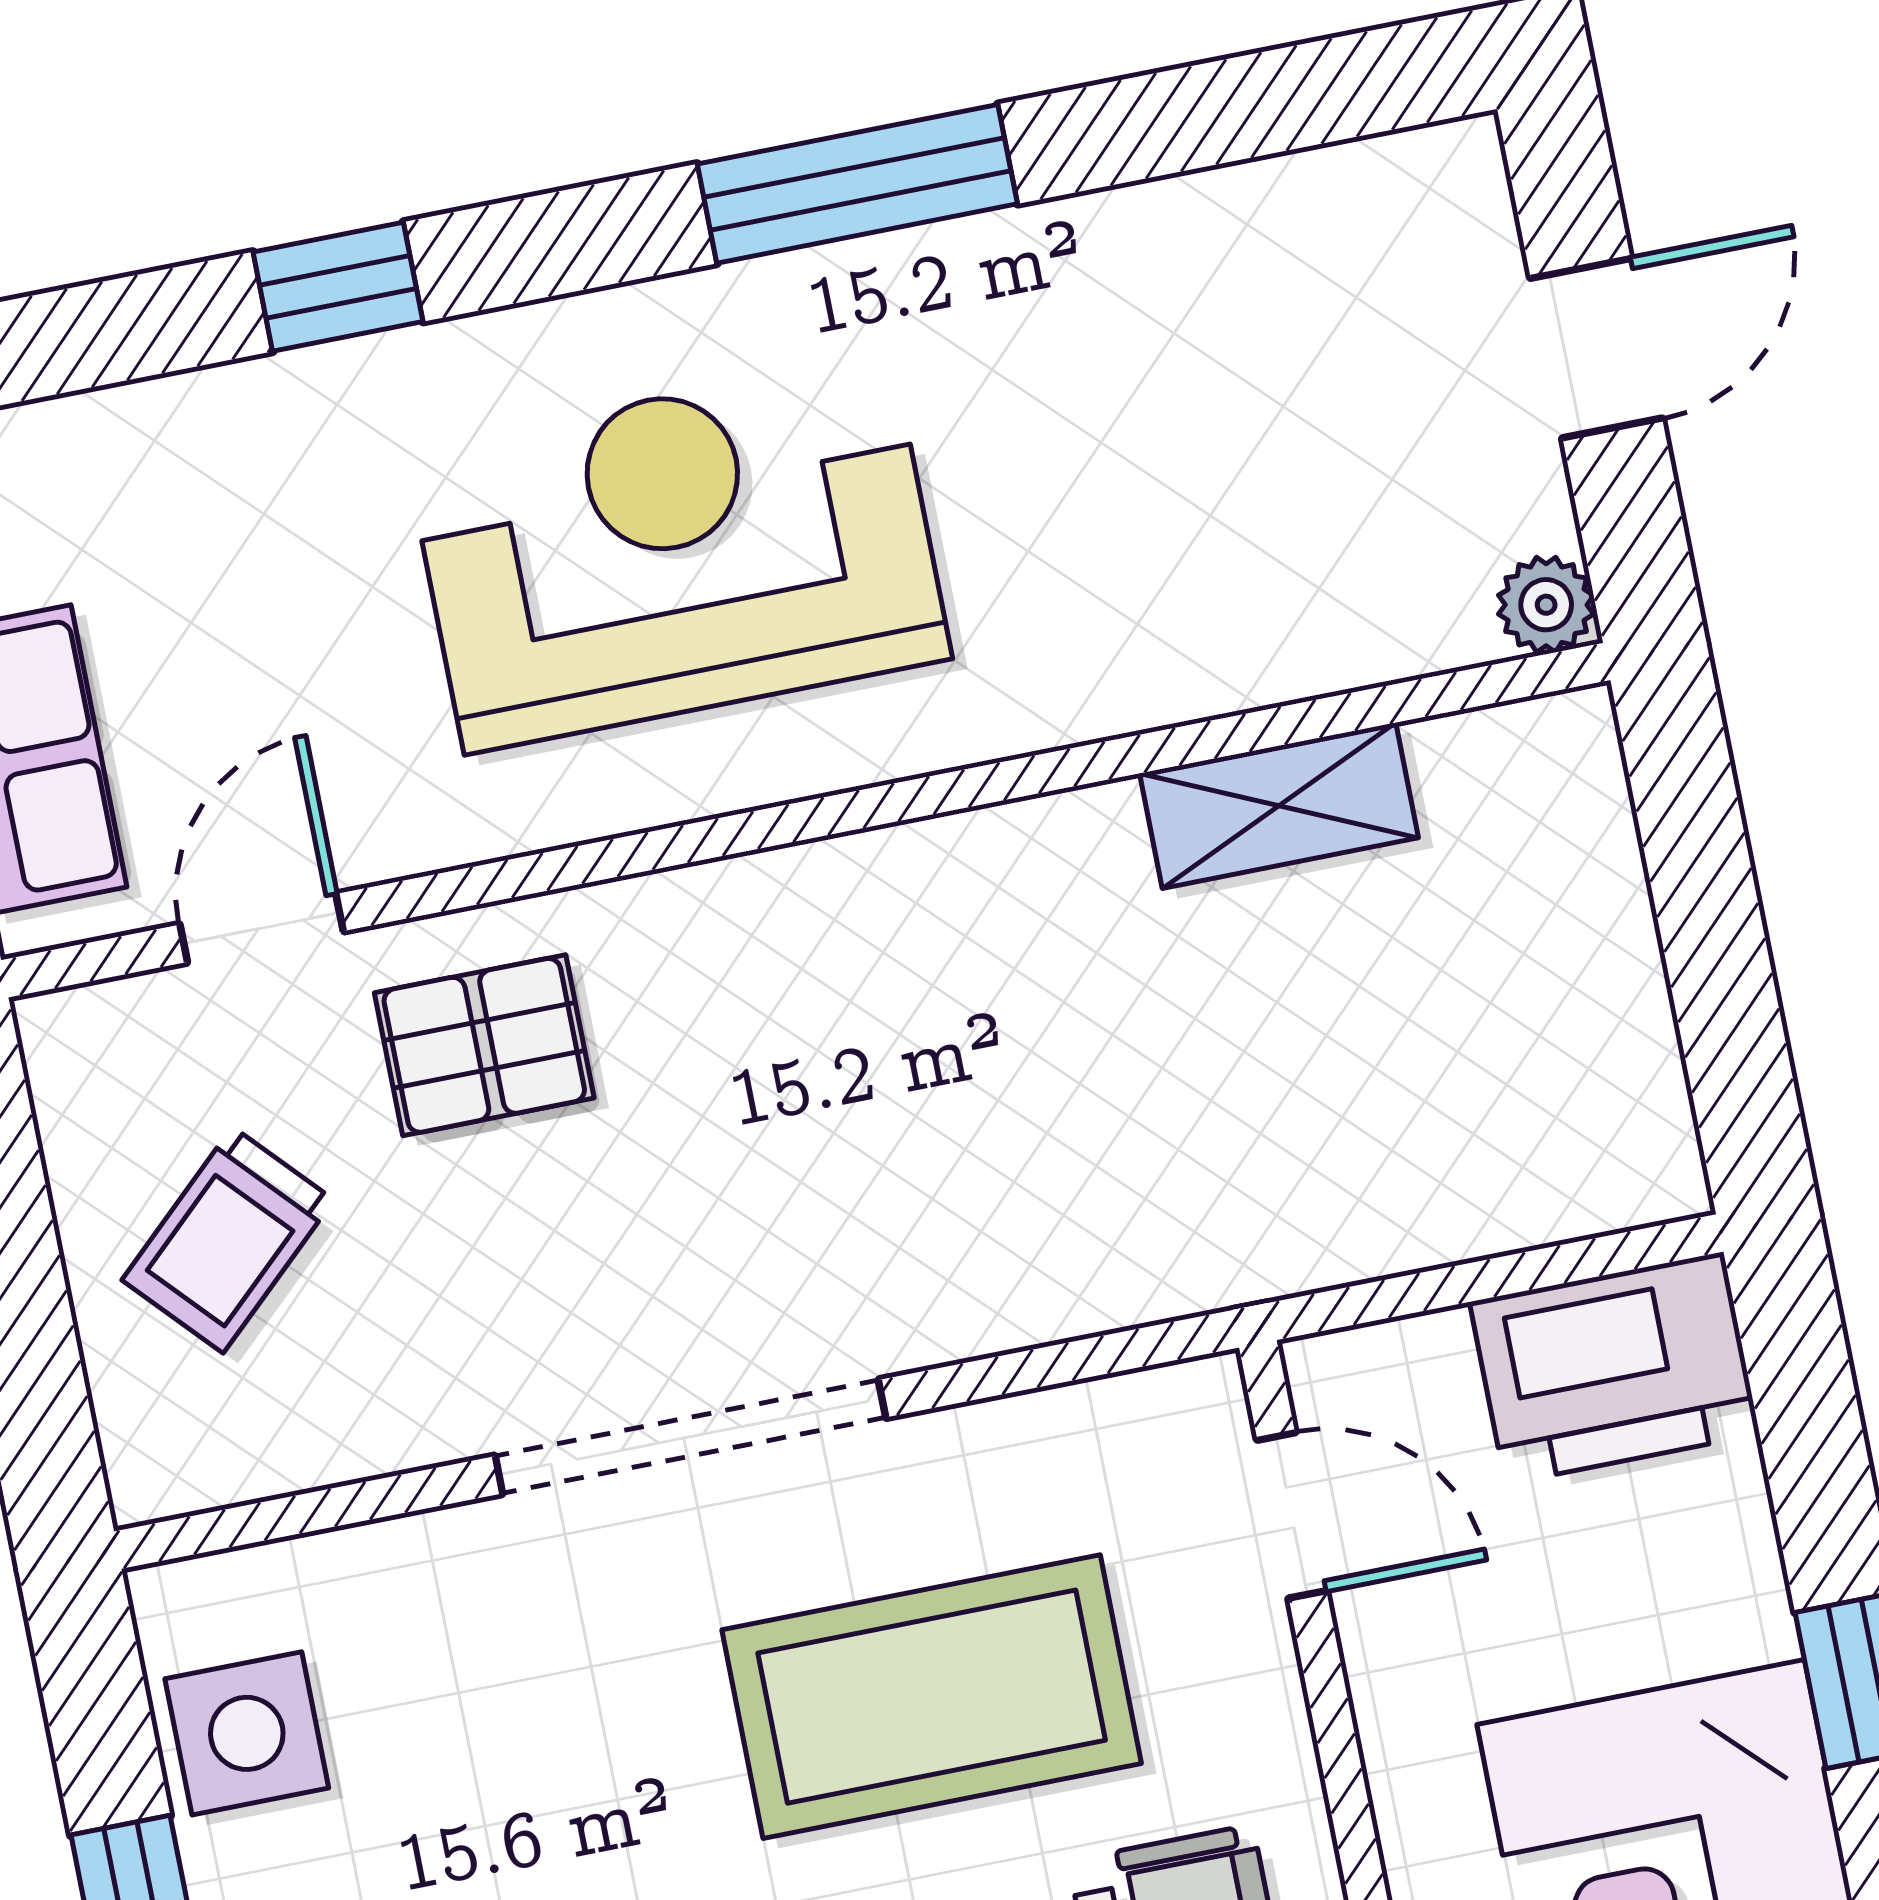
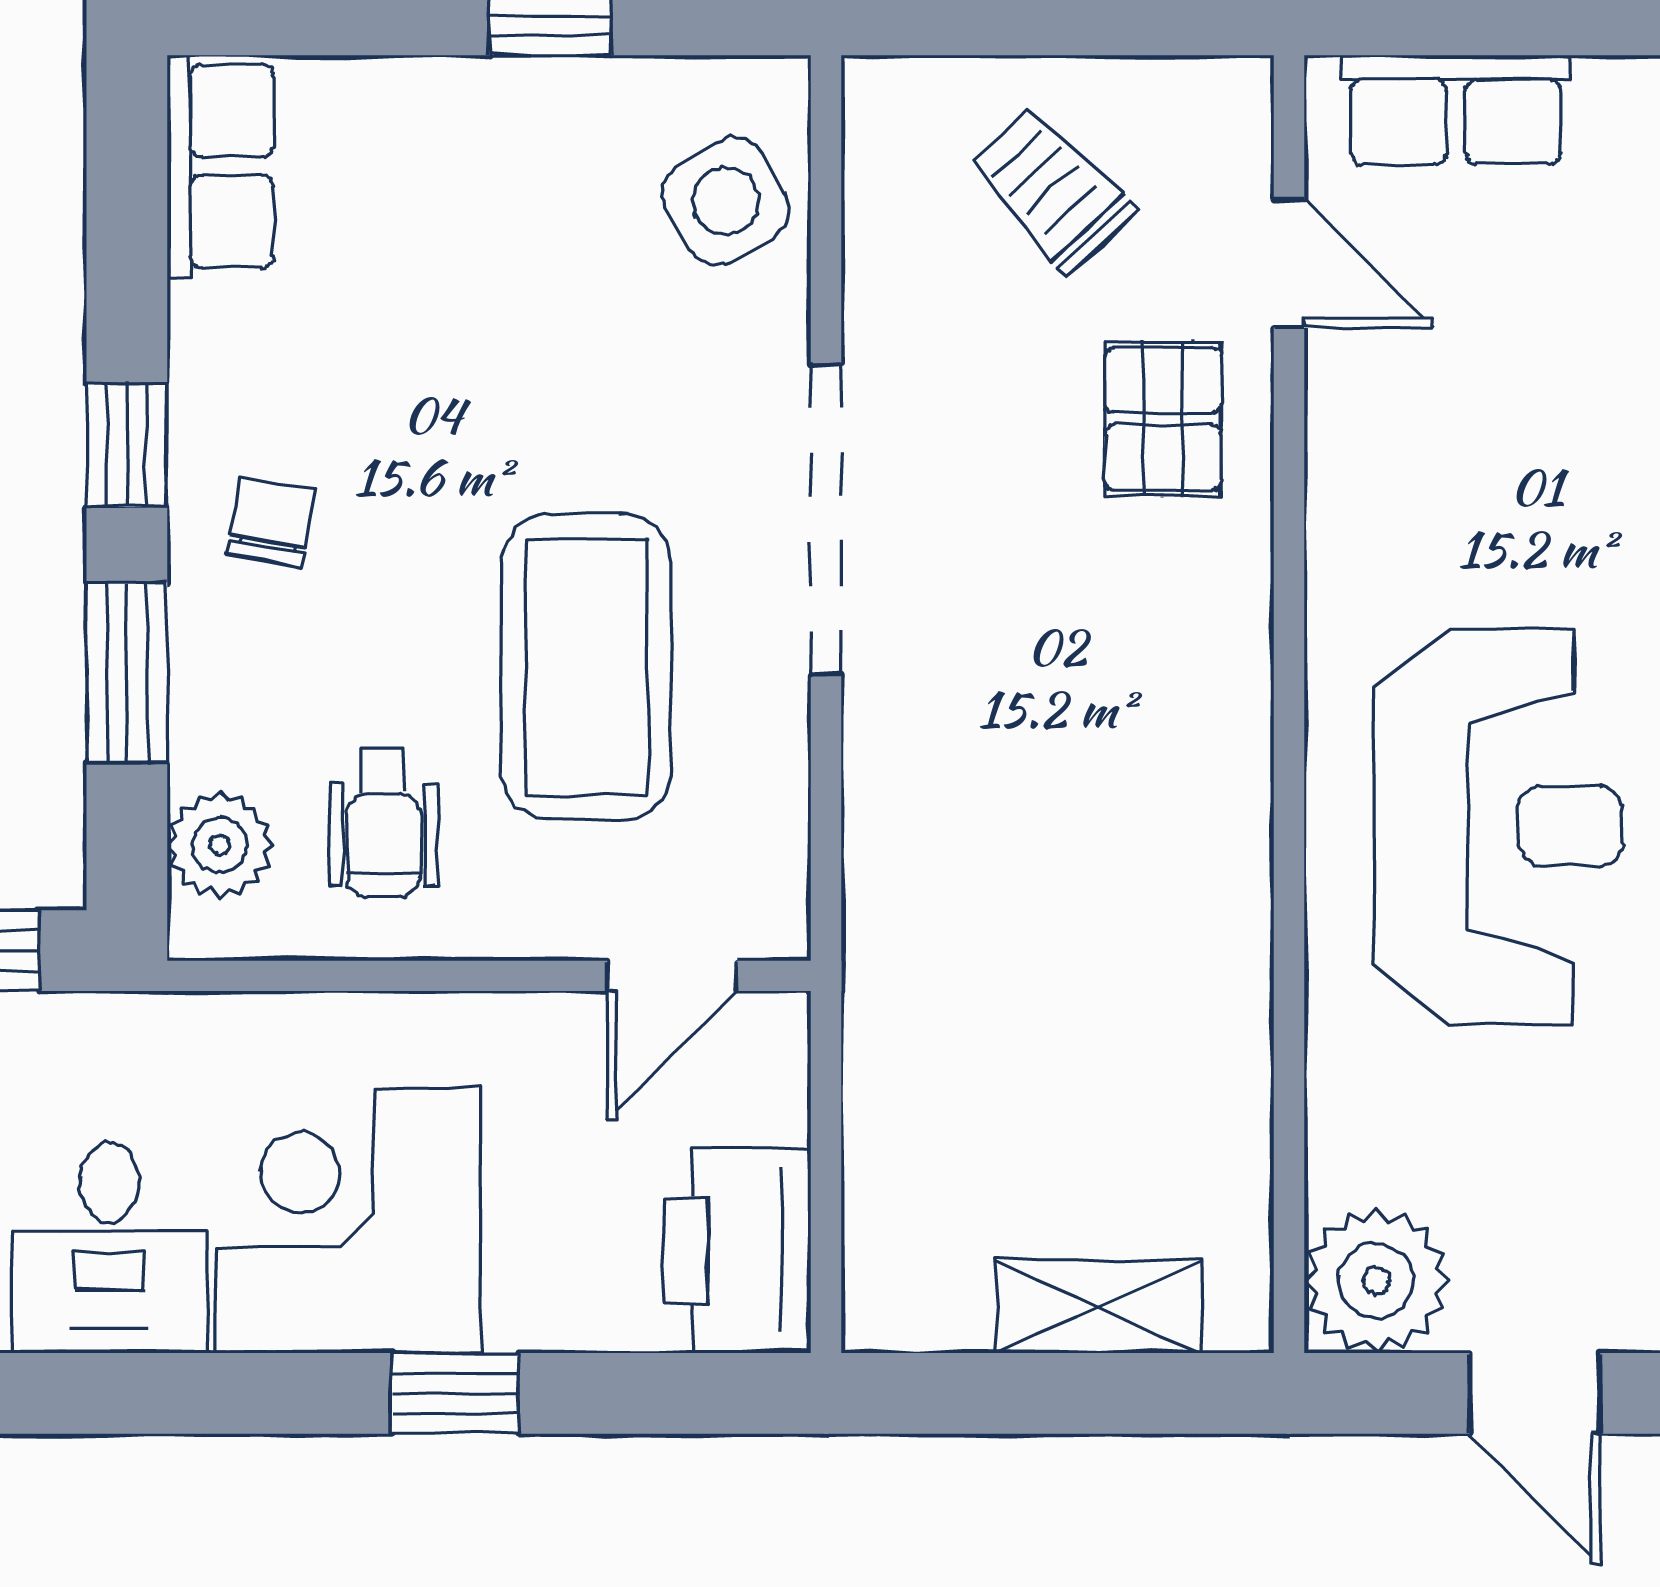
reception desk: (678, 554) -> (1498, 826), moved
plant: (1546, 605) -> (1376, 1281), width x1.87, depth x1.87
shelving: (1279, 806) -> (1098, 1307), moved, turned 90
side table: (247, 1733) -> (726, 201), moved, turned -31

